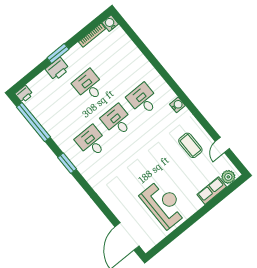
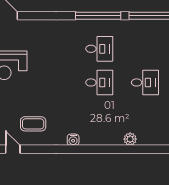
plant: (141, 62) -> (130, 139), added
desk: (143, 100) -> (99, 116), removed
window: (67, 163) -> (98, 16), width x2.11

